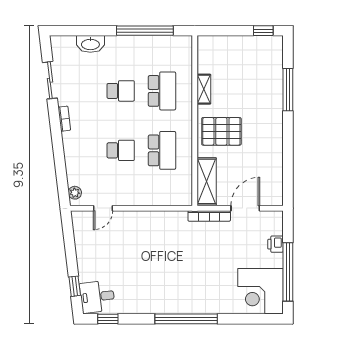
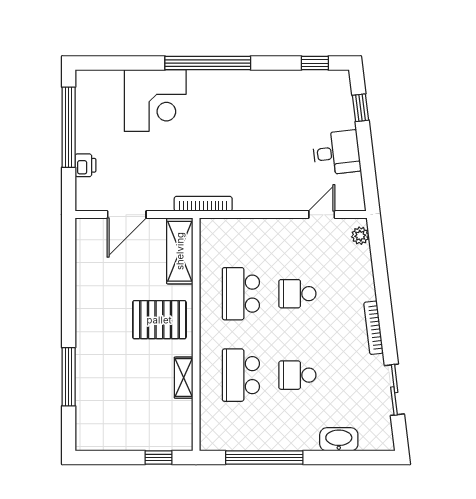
window: (263, 31) -> (158, 458), moved
bookcase: (64, 119) -> (373, 328), width x1.56
bookcase: (209, 216) -> (203, 204), moved
corner desk: (260, 291) -> (155, 100), moved, turned 90
desk: (97, 297) -> (337, 153), moved

